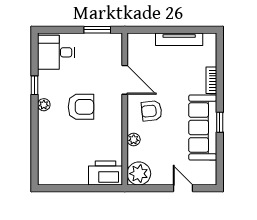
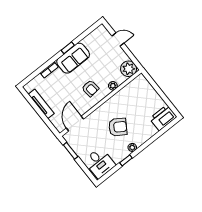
door: (125, 80) -> (75, 124), moved
armchair: (81, 107) -> (118, 127), turned 123
sofa: (203, 128) -> (73, 58), width x0.73
printer: (106, 173) -> (163, 118), moved, turned 90
door: (183, 188) -> (118, 39), swing flipped

